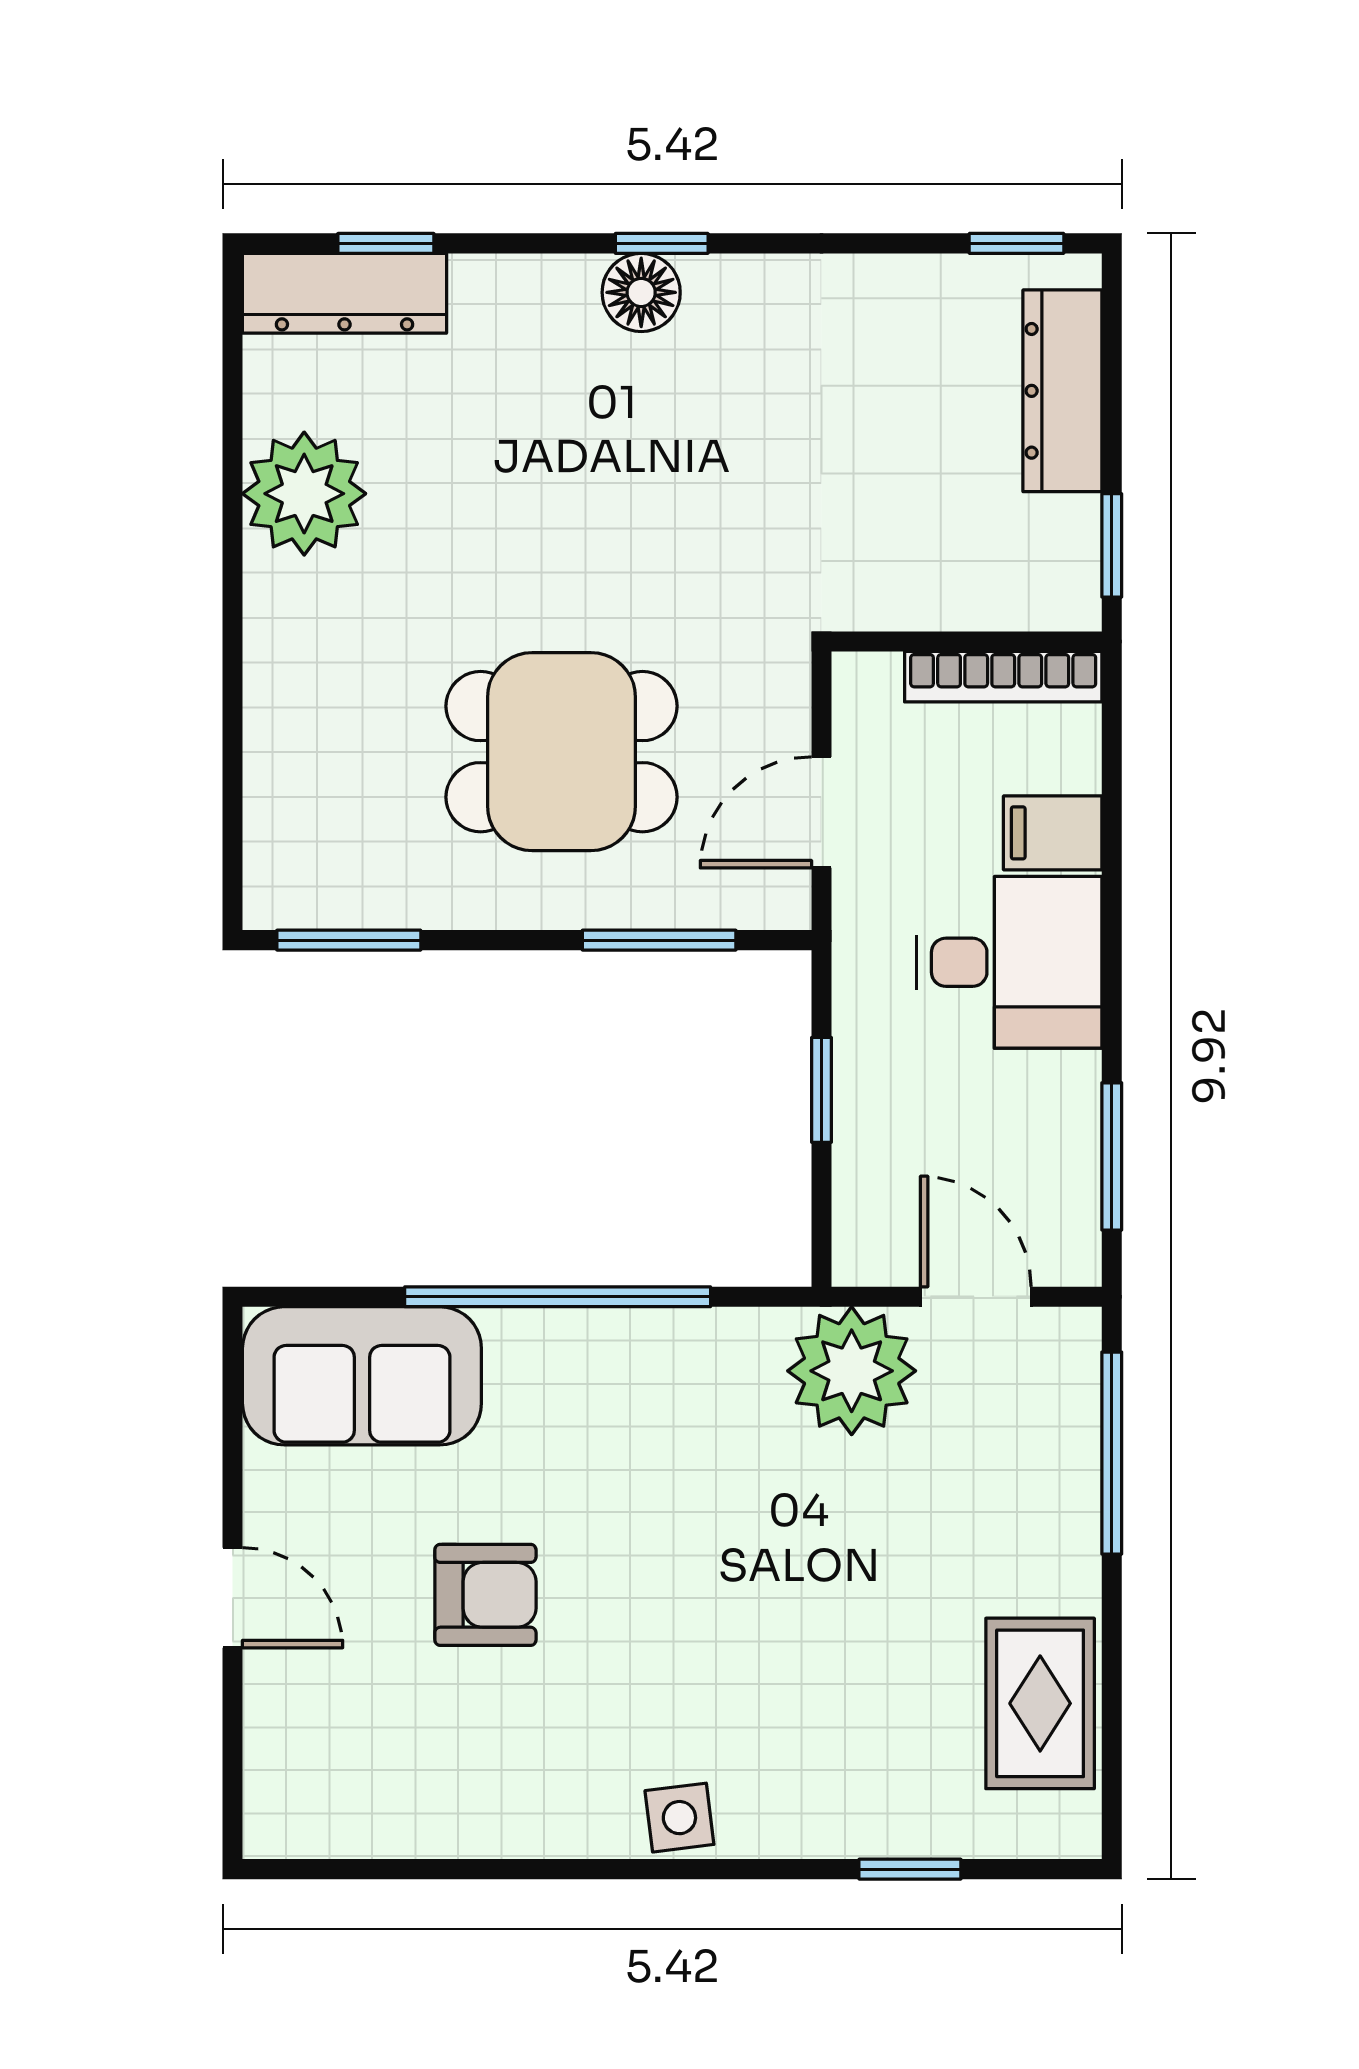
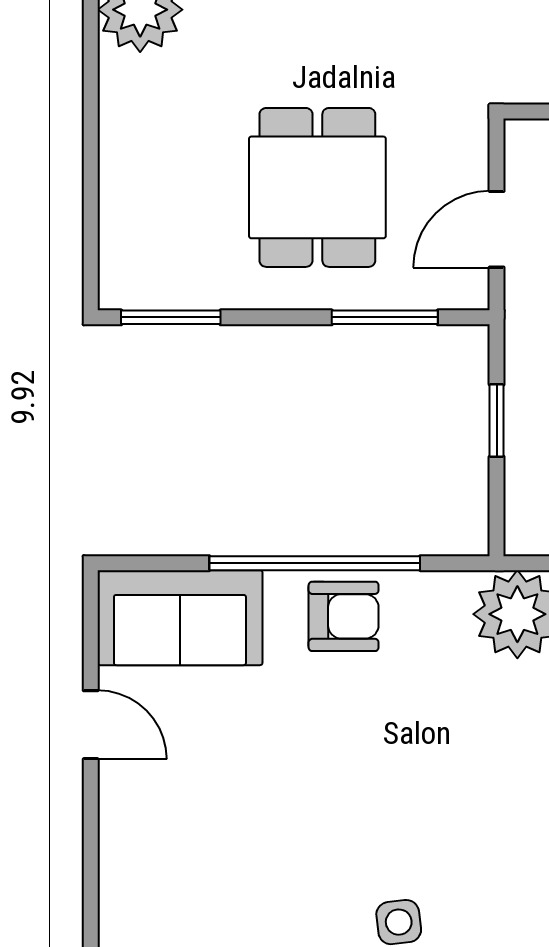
dining table: (562, 752) -> (317, 187), turned 90
armchair: (485, 1595) -> (344, 616), moved
door: (233, 1598) -> (91, 725), moved

